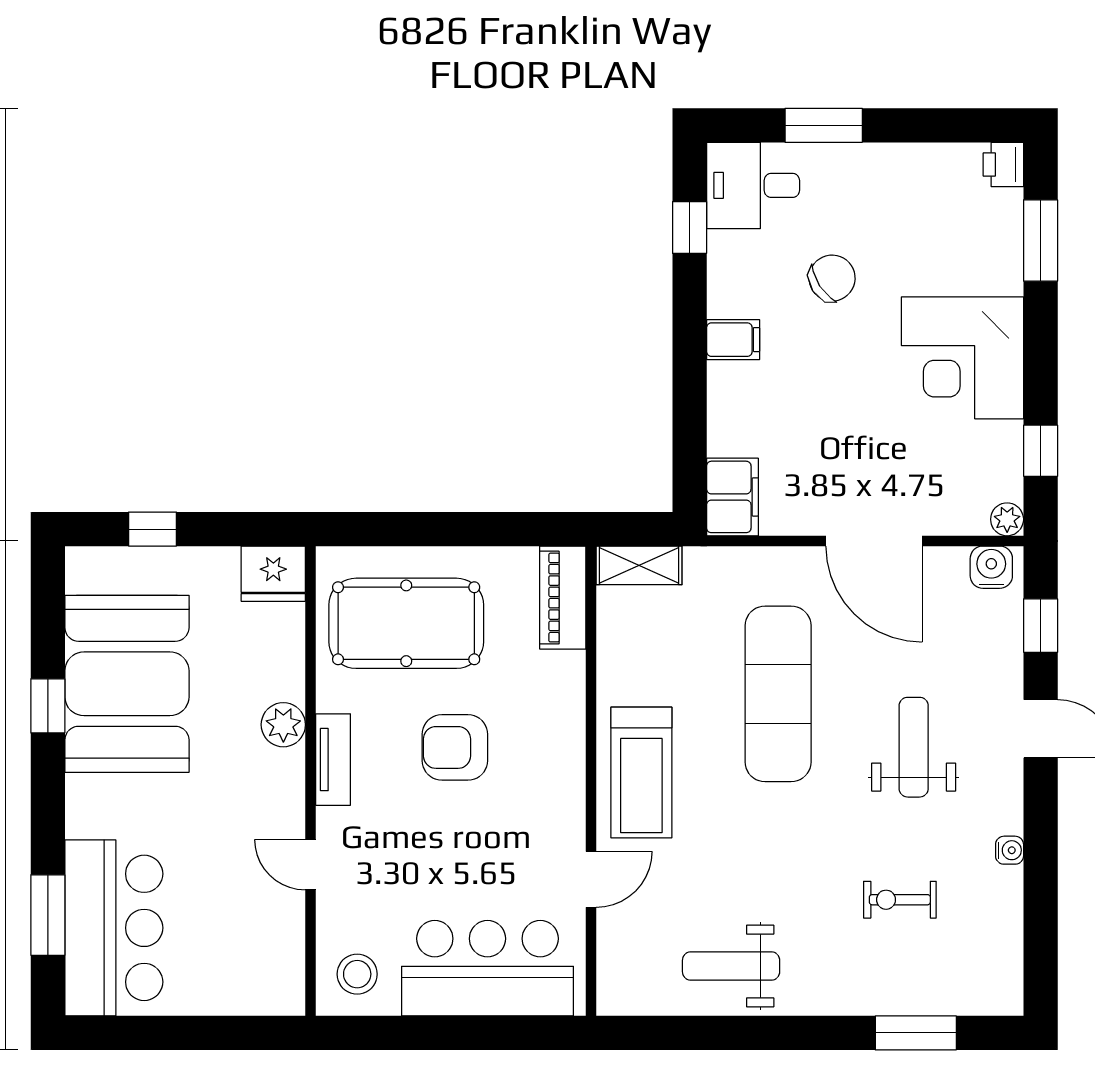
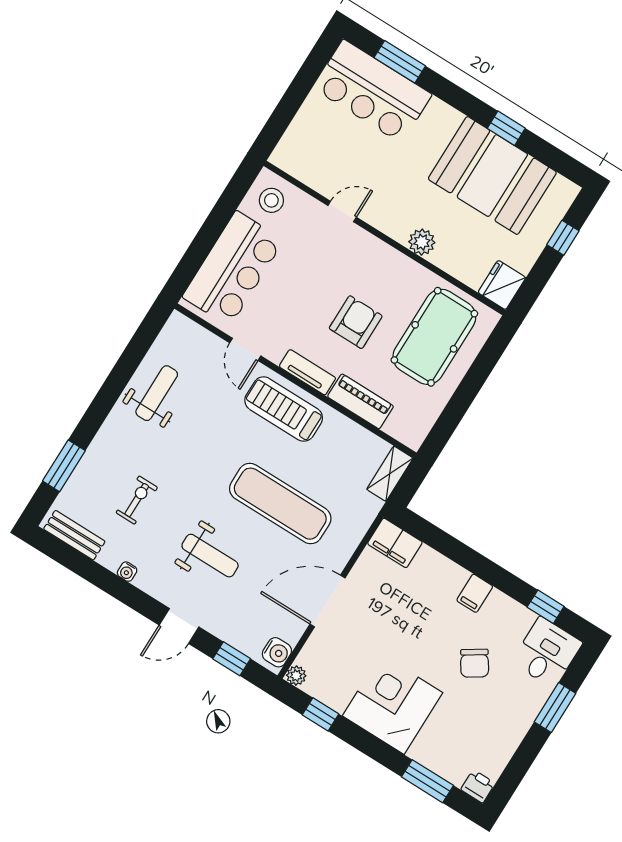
piano: (563, 598) -> (360, 401), moved
tv unit: (333, 760) -> (307, 372), moved, turned 180
bench: (1005, 957) -> (74, 535), added

